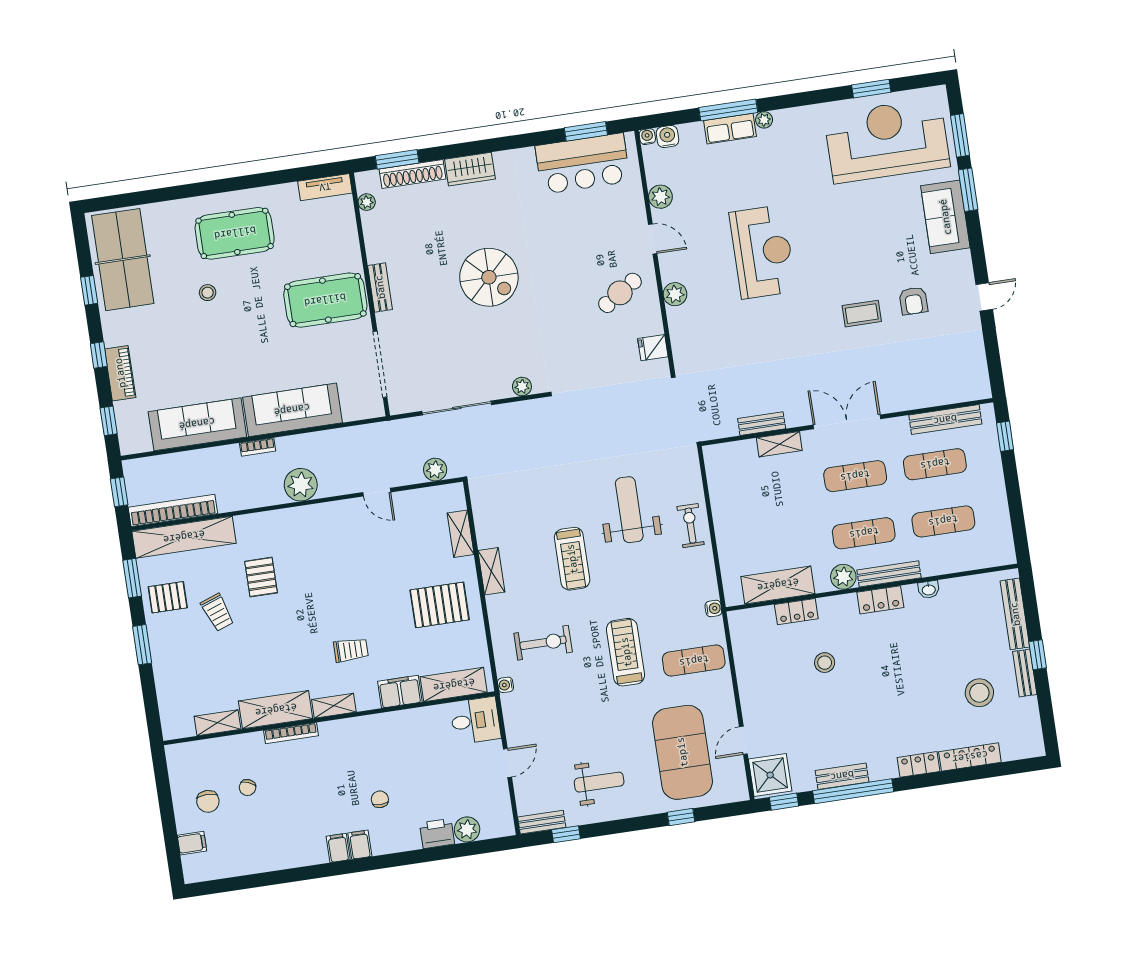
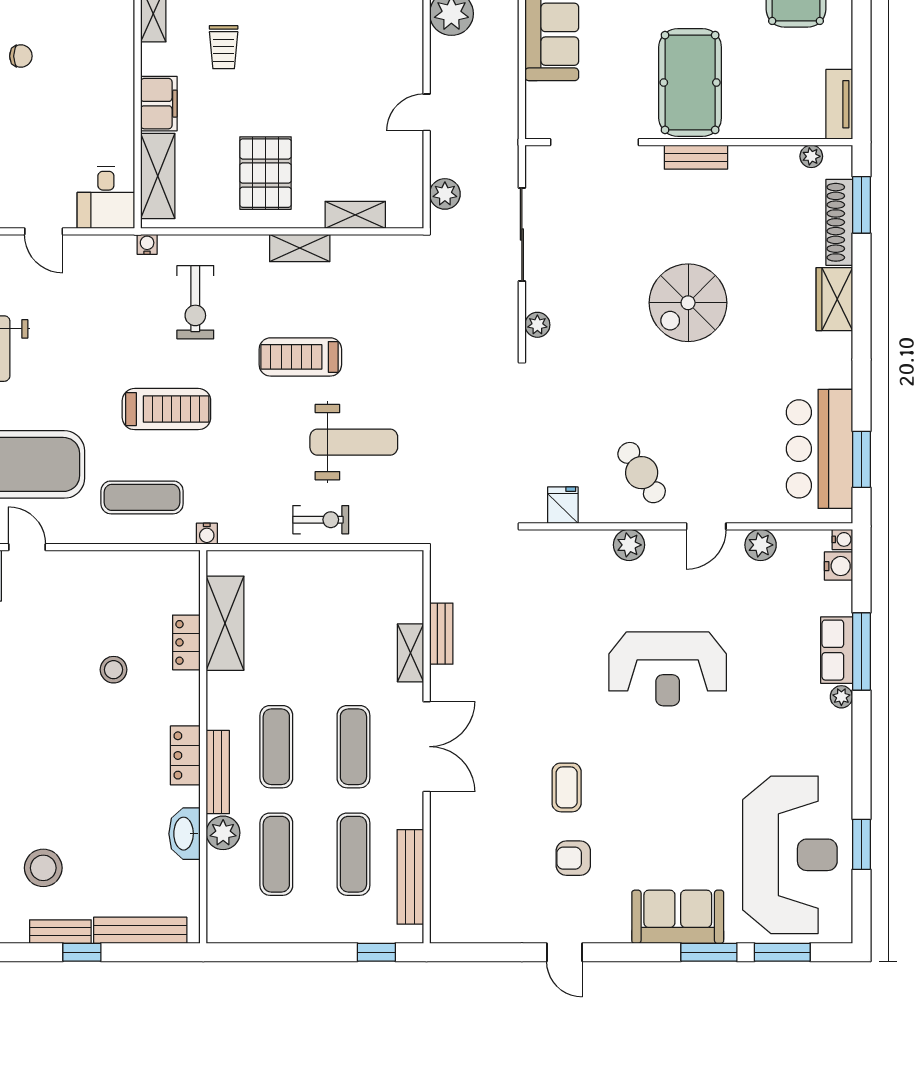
plant: (843, 577) -> (223, 833), moved
washbasin: (929, 590) -> (185, 834), width x1.91, depth x1.45
exercise mat: (694, 661) -> (142, 497), turned 90

